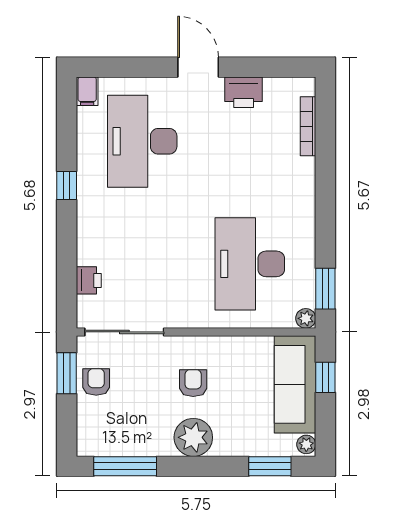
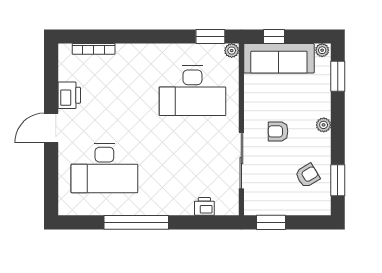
filing cabinet: (87, 91) -> (68, 208), removed
window: (67, 186) -> (136, 222), width x3.17
sliding door: (124, 332) -> (241, 161), moved
armchair: (96, 382) -> (307, 175), moved, turned 149
plant: (193, 437) -> (324, 125), width x0.53, depth x0.53
window: (125, 466) -> (338, 180), width x0.69

